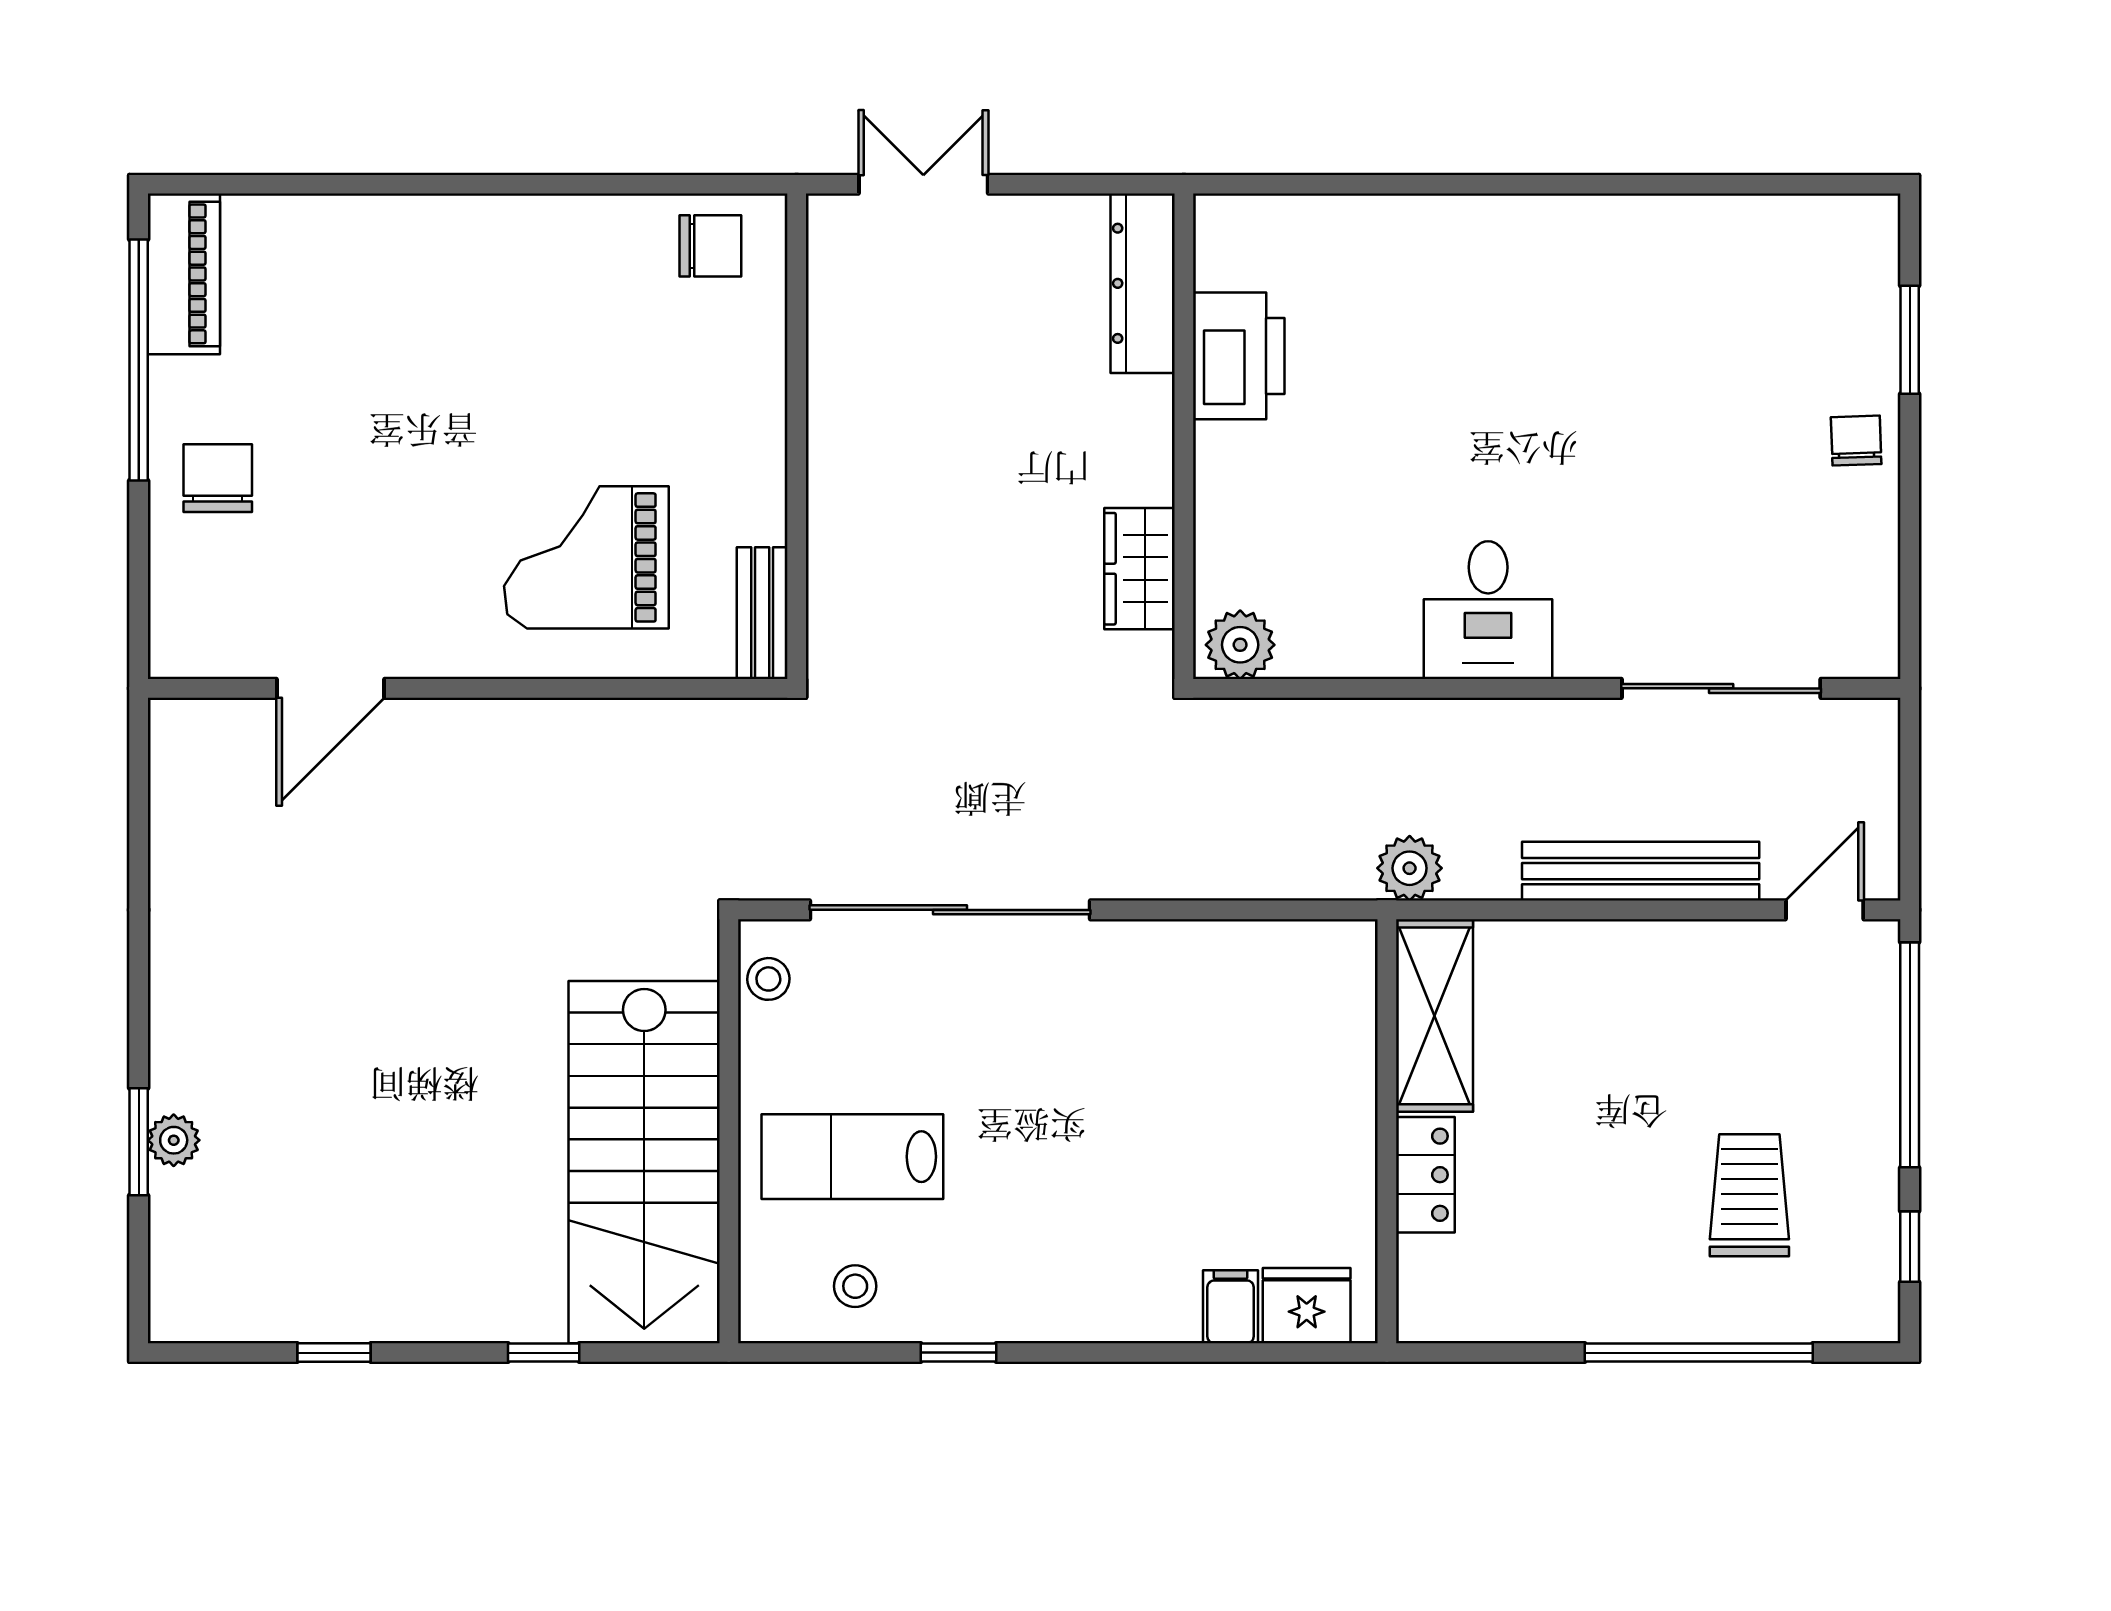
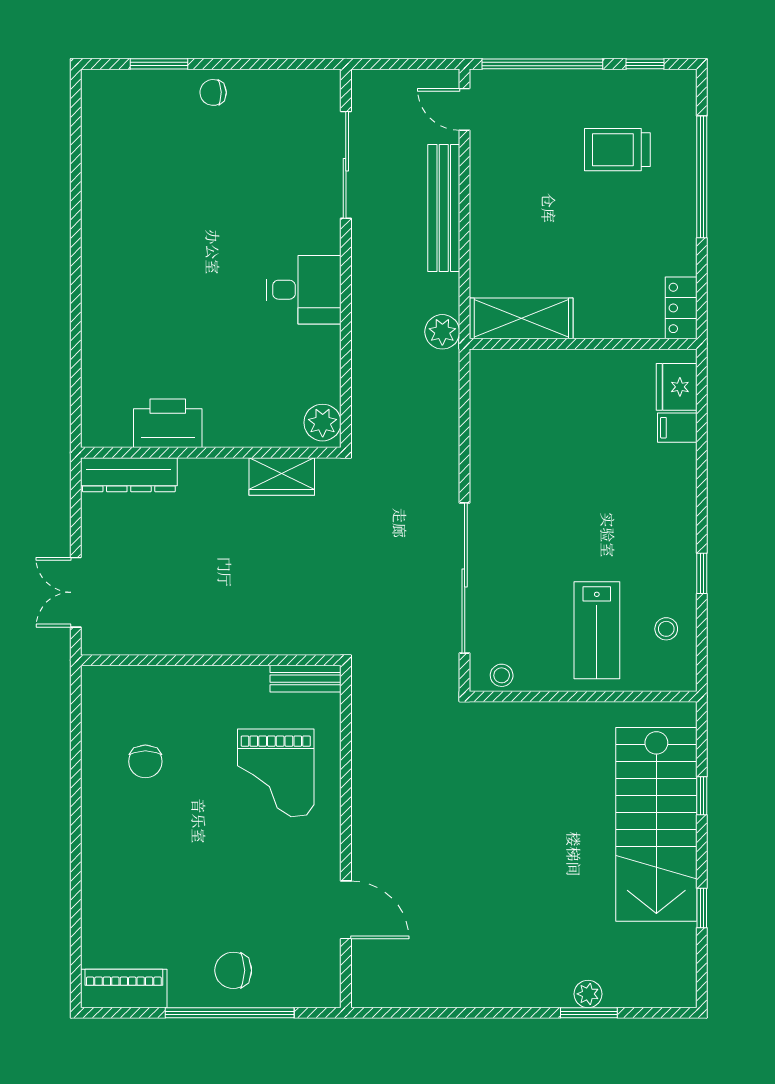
chair: (710, 246) -> (145, 761), moved, turned 180
window: (139, 360) -> (230, 1013), moved
stairs: (644, 1162) -> (656, 824), moved, turned 90
locker: (1425, 1175) -> (681, 308), moved, turned -90

